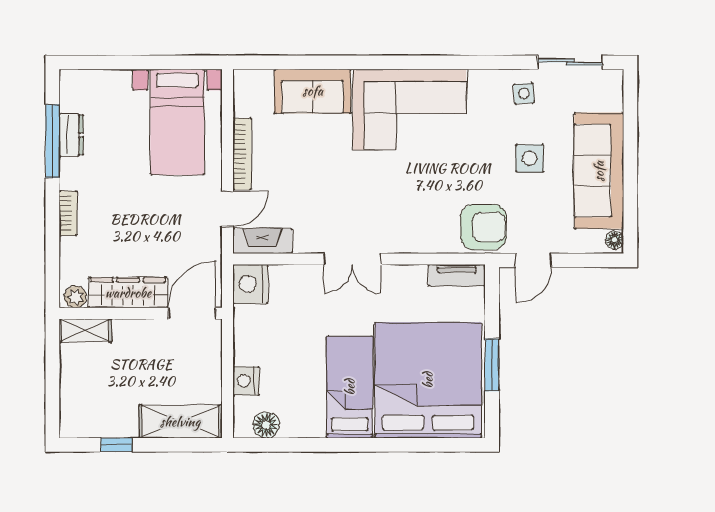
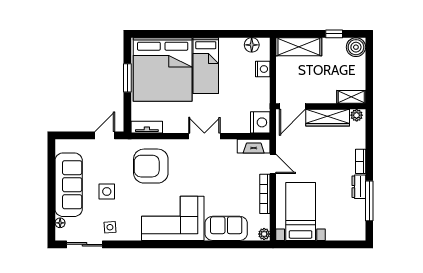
plant: (244, 81) -> (264, 234), added
dresser: (71, 135) -> (359, 187), moved
door: (227, 209) -> (273, 164), swing flipped
armchair: (484, 227) -> (151, 166), moved, width x1.36, depth x1.36
floor lamp: (615, 240) -> (60, 223), moved
boiler: (77, 421) -> (356, 47), added

